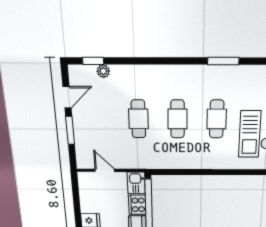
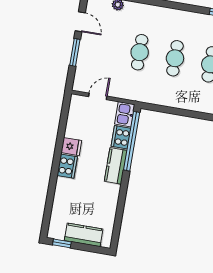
door: (67, 97) -> (80, 22), hinge flipped
door: (105, 170) -> (98, 96), hinge flipped

